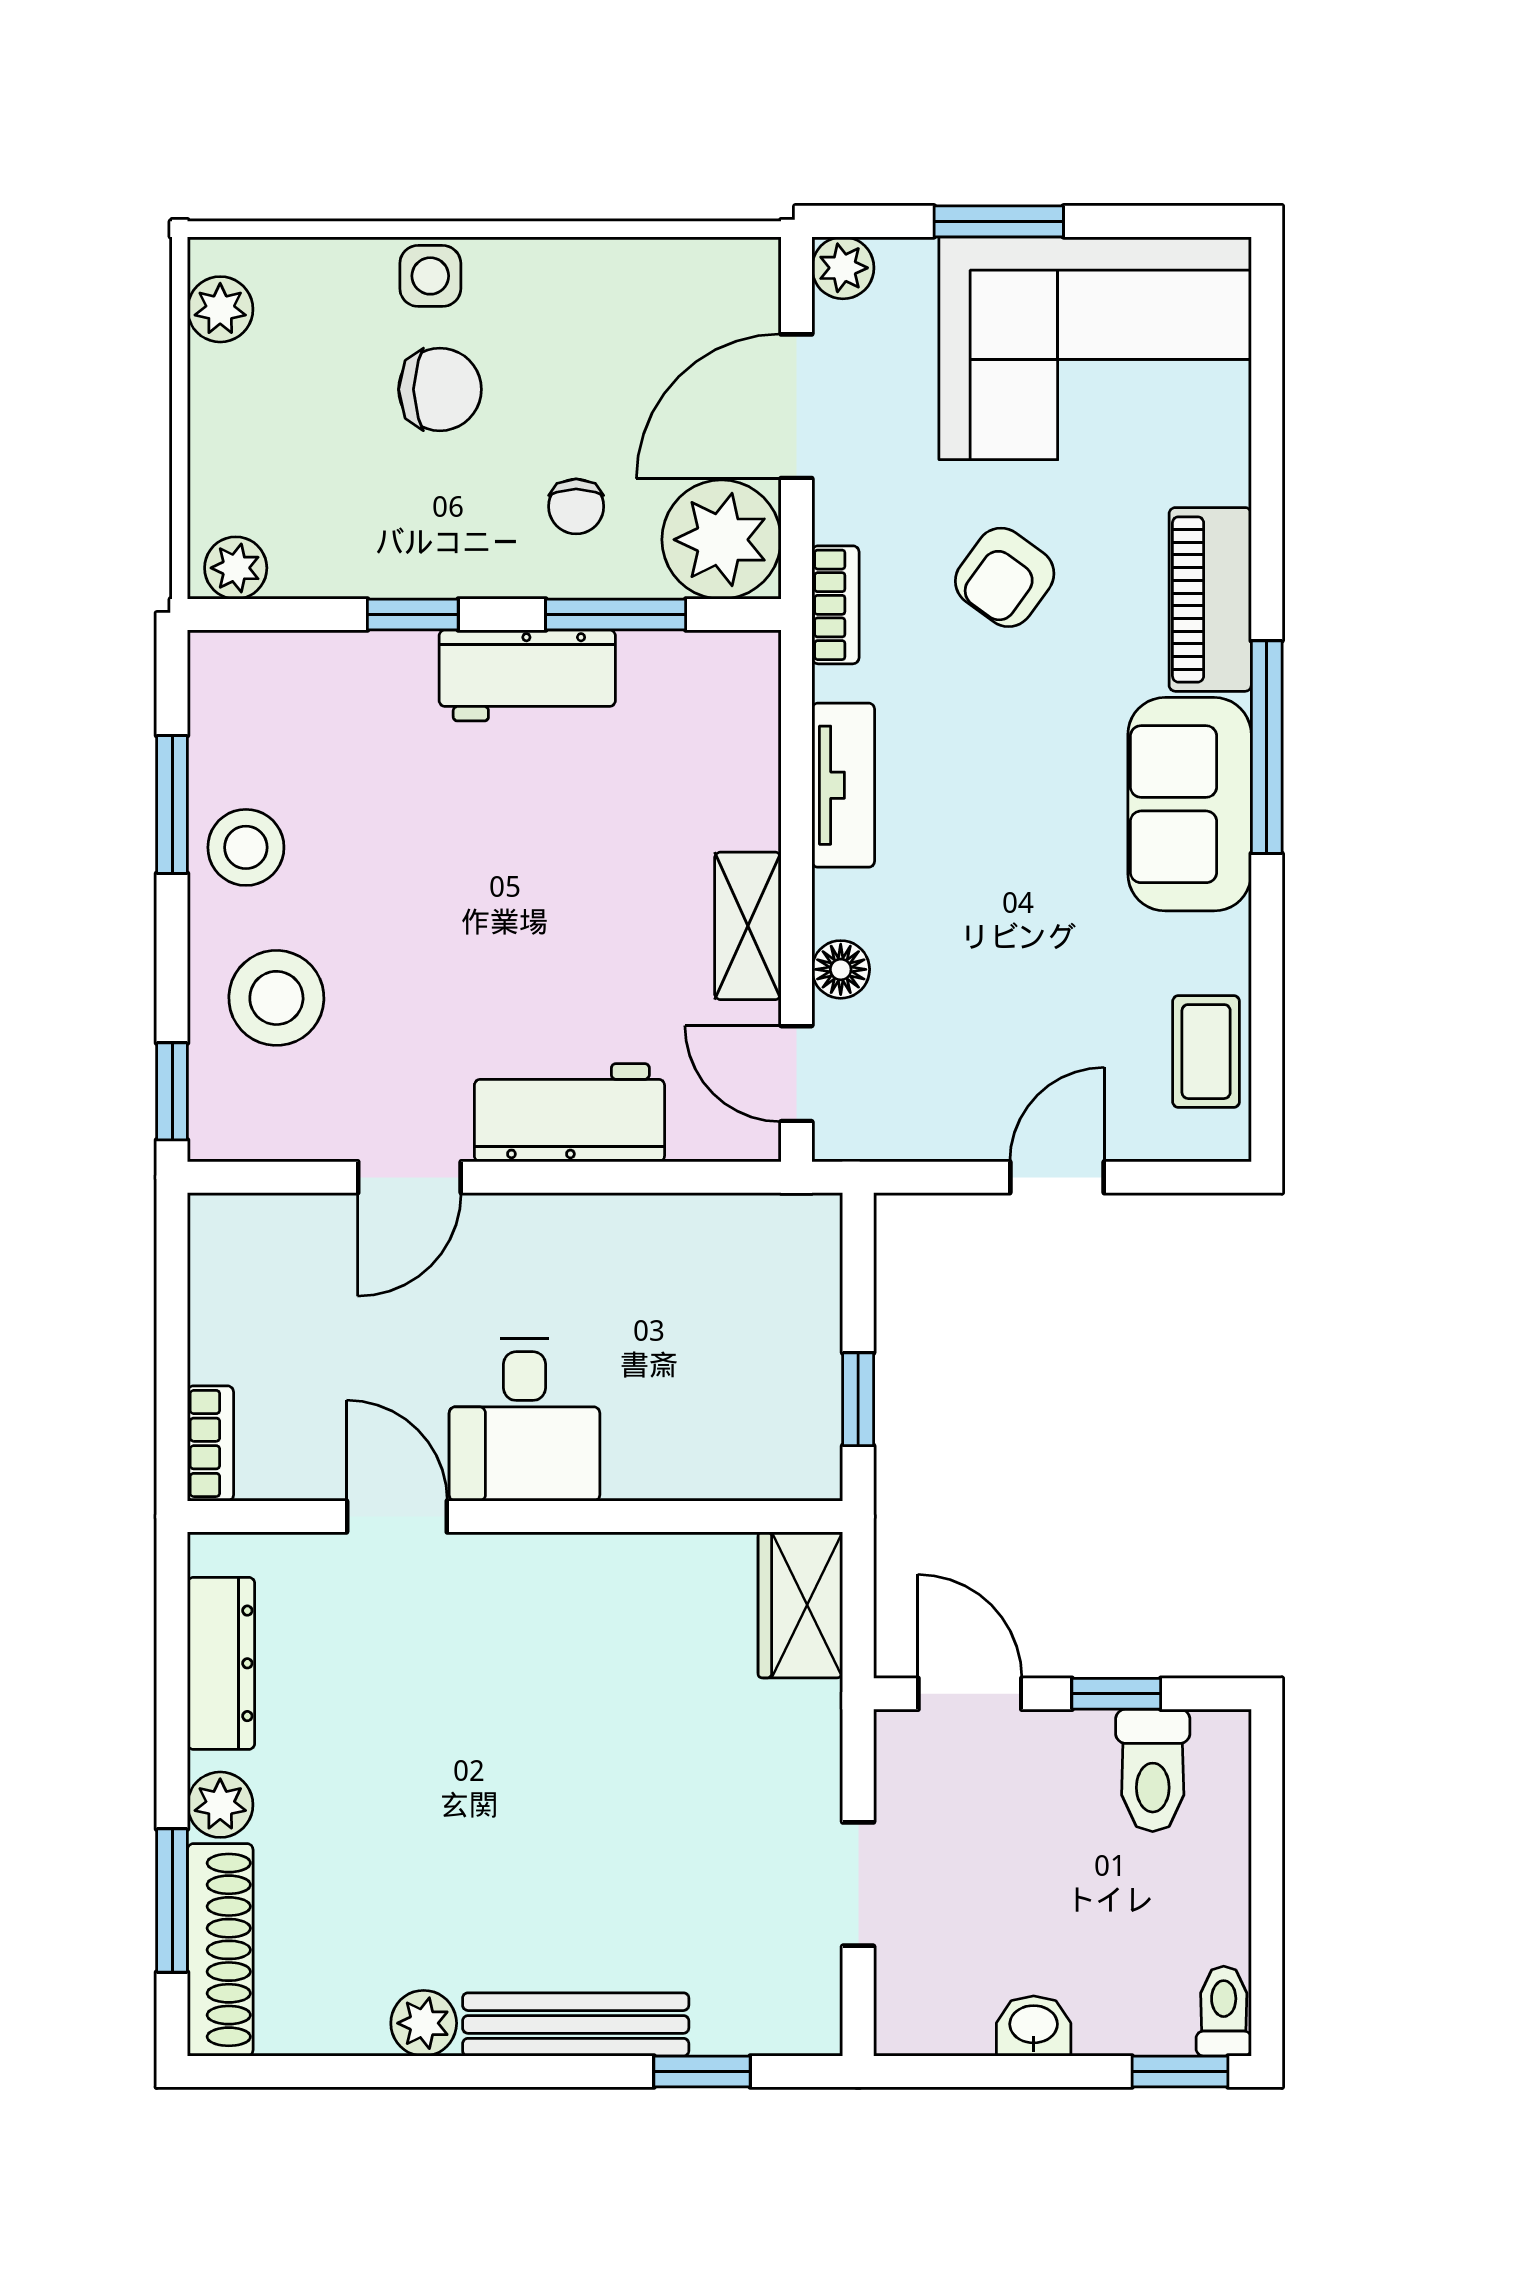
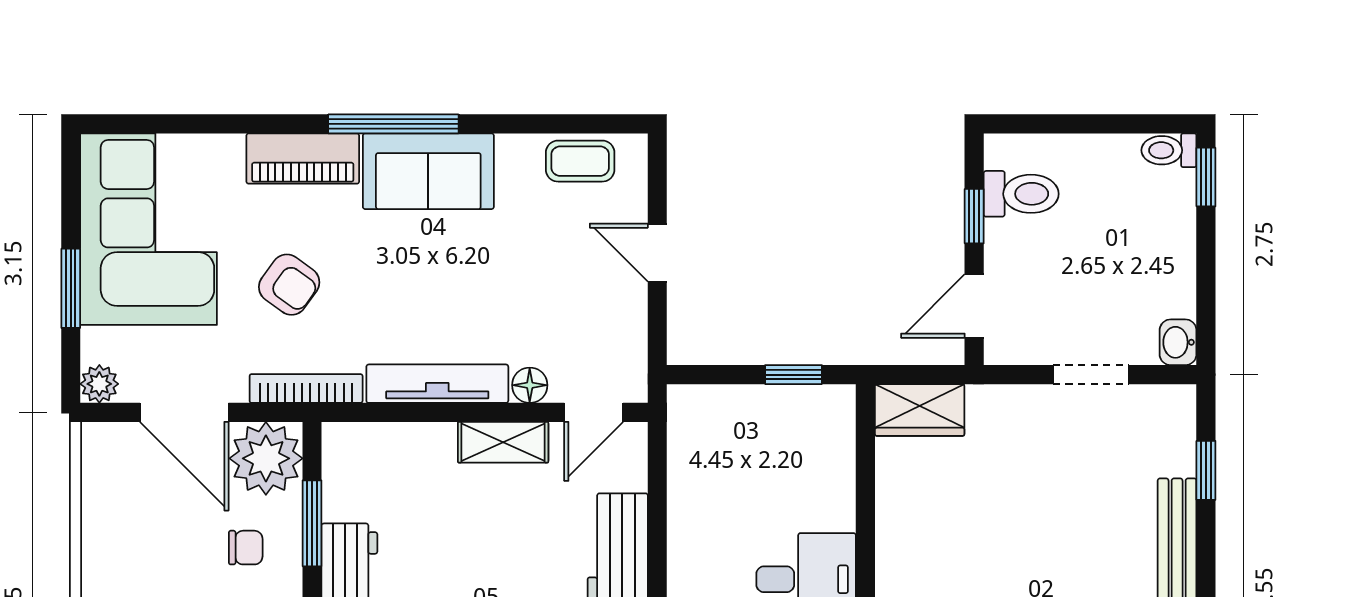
bookcase: (835, 605) -> (306, 388), width x1.56
tv unit: (843, 785) -> (437, 384), width x1.41
washbasin: (1034, 2026) -> (1178, 342), moved

